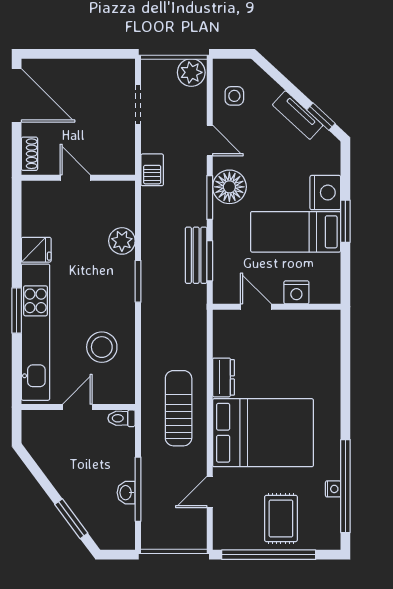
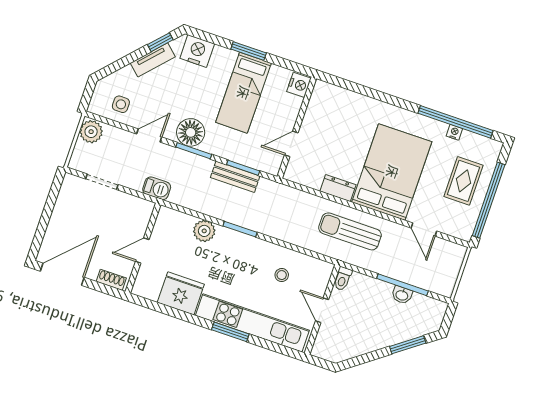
nightstand: (325, 193) -> (197, 51), moved
fridge: (36, 250) -> (181, 293), width x1.88, depth x1.34
nightstand: (296, 292) -> (299, 85), moved
stool: (102, 347) -> (282, 275), width x0.53, depth x0.53
rug: (281, 518) -> (464, 181), turned 90

